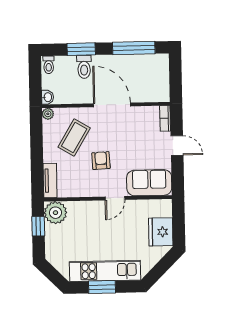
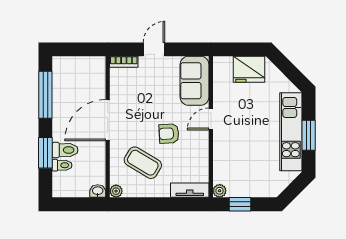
toilet: (49, 65) -> (62, 165), moved
door: (115, 198) -> (211, 119), swing flipped
plant: (55, 213) -> (220, 191), width x0.53, depth x0.53

